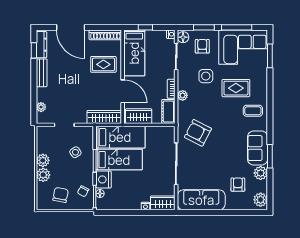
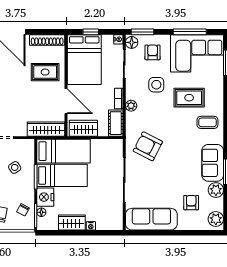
window: (204, 27) -> (143, 32), moved
bed: (134, 53) -> (84, 60), width x1.50
wardrobe: (163, 203) -> (72, 222), moved

